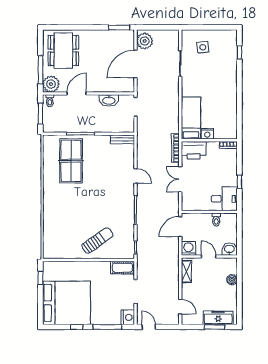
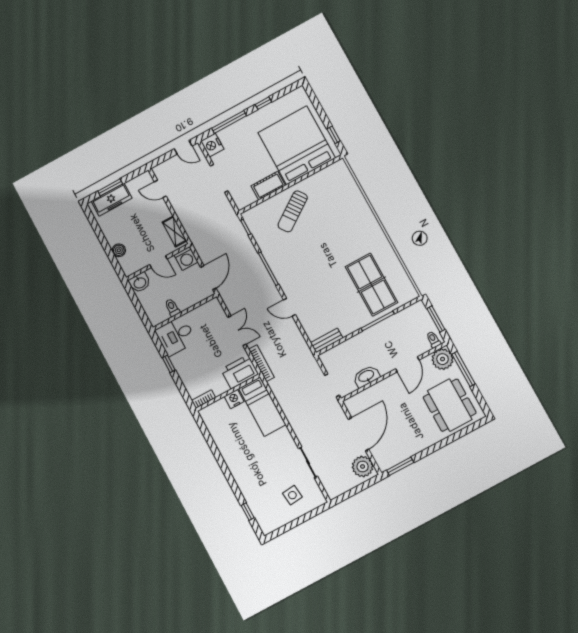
cot: (122, 268) -> (268, 186), moved
bed: (66, 303) -> (297, 145), moved, turned 90

